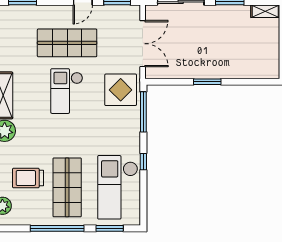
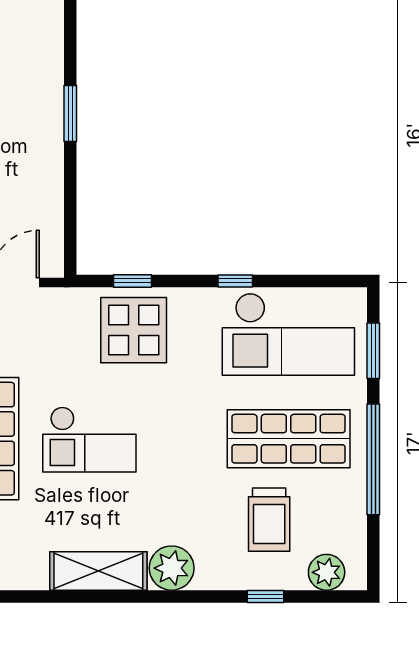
window: (207, 82) -> (70, 113), moved
display table: (121, 90) -> (134, 330), moved
window: (143, 112) -> (132, 281), width x0.46

